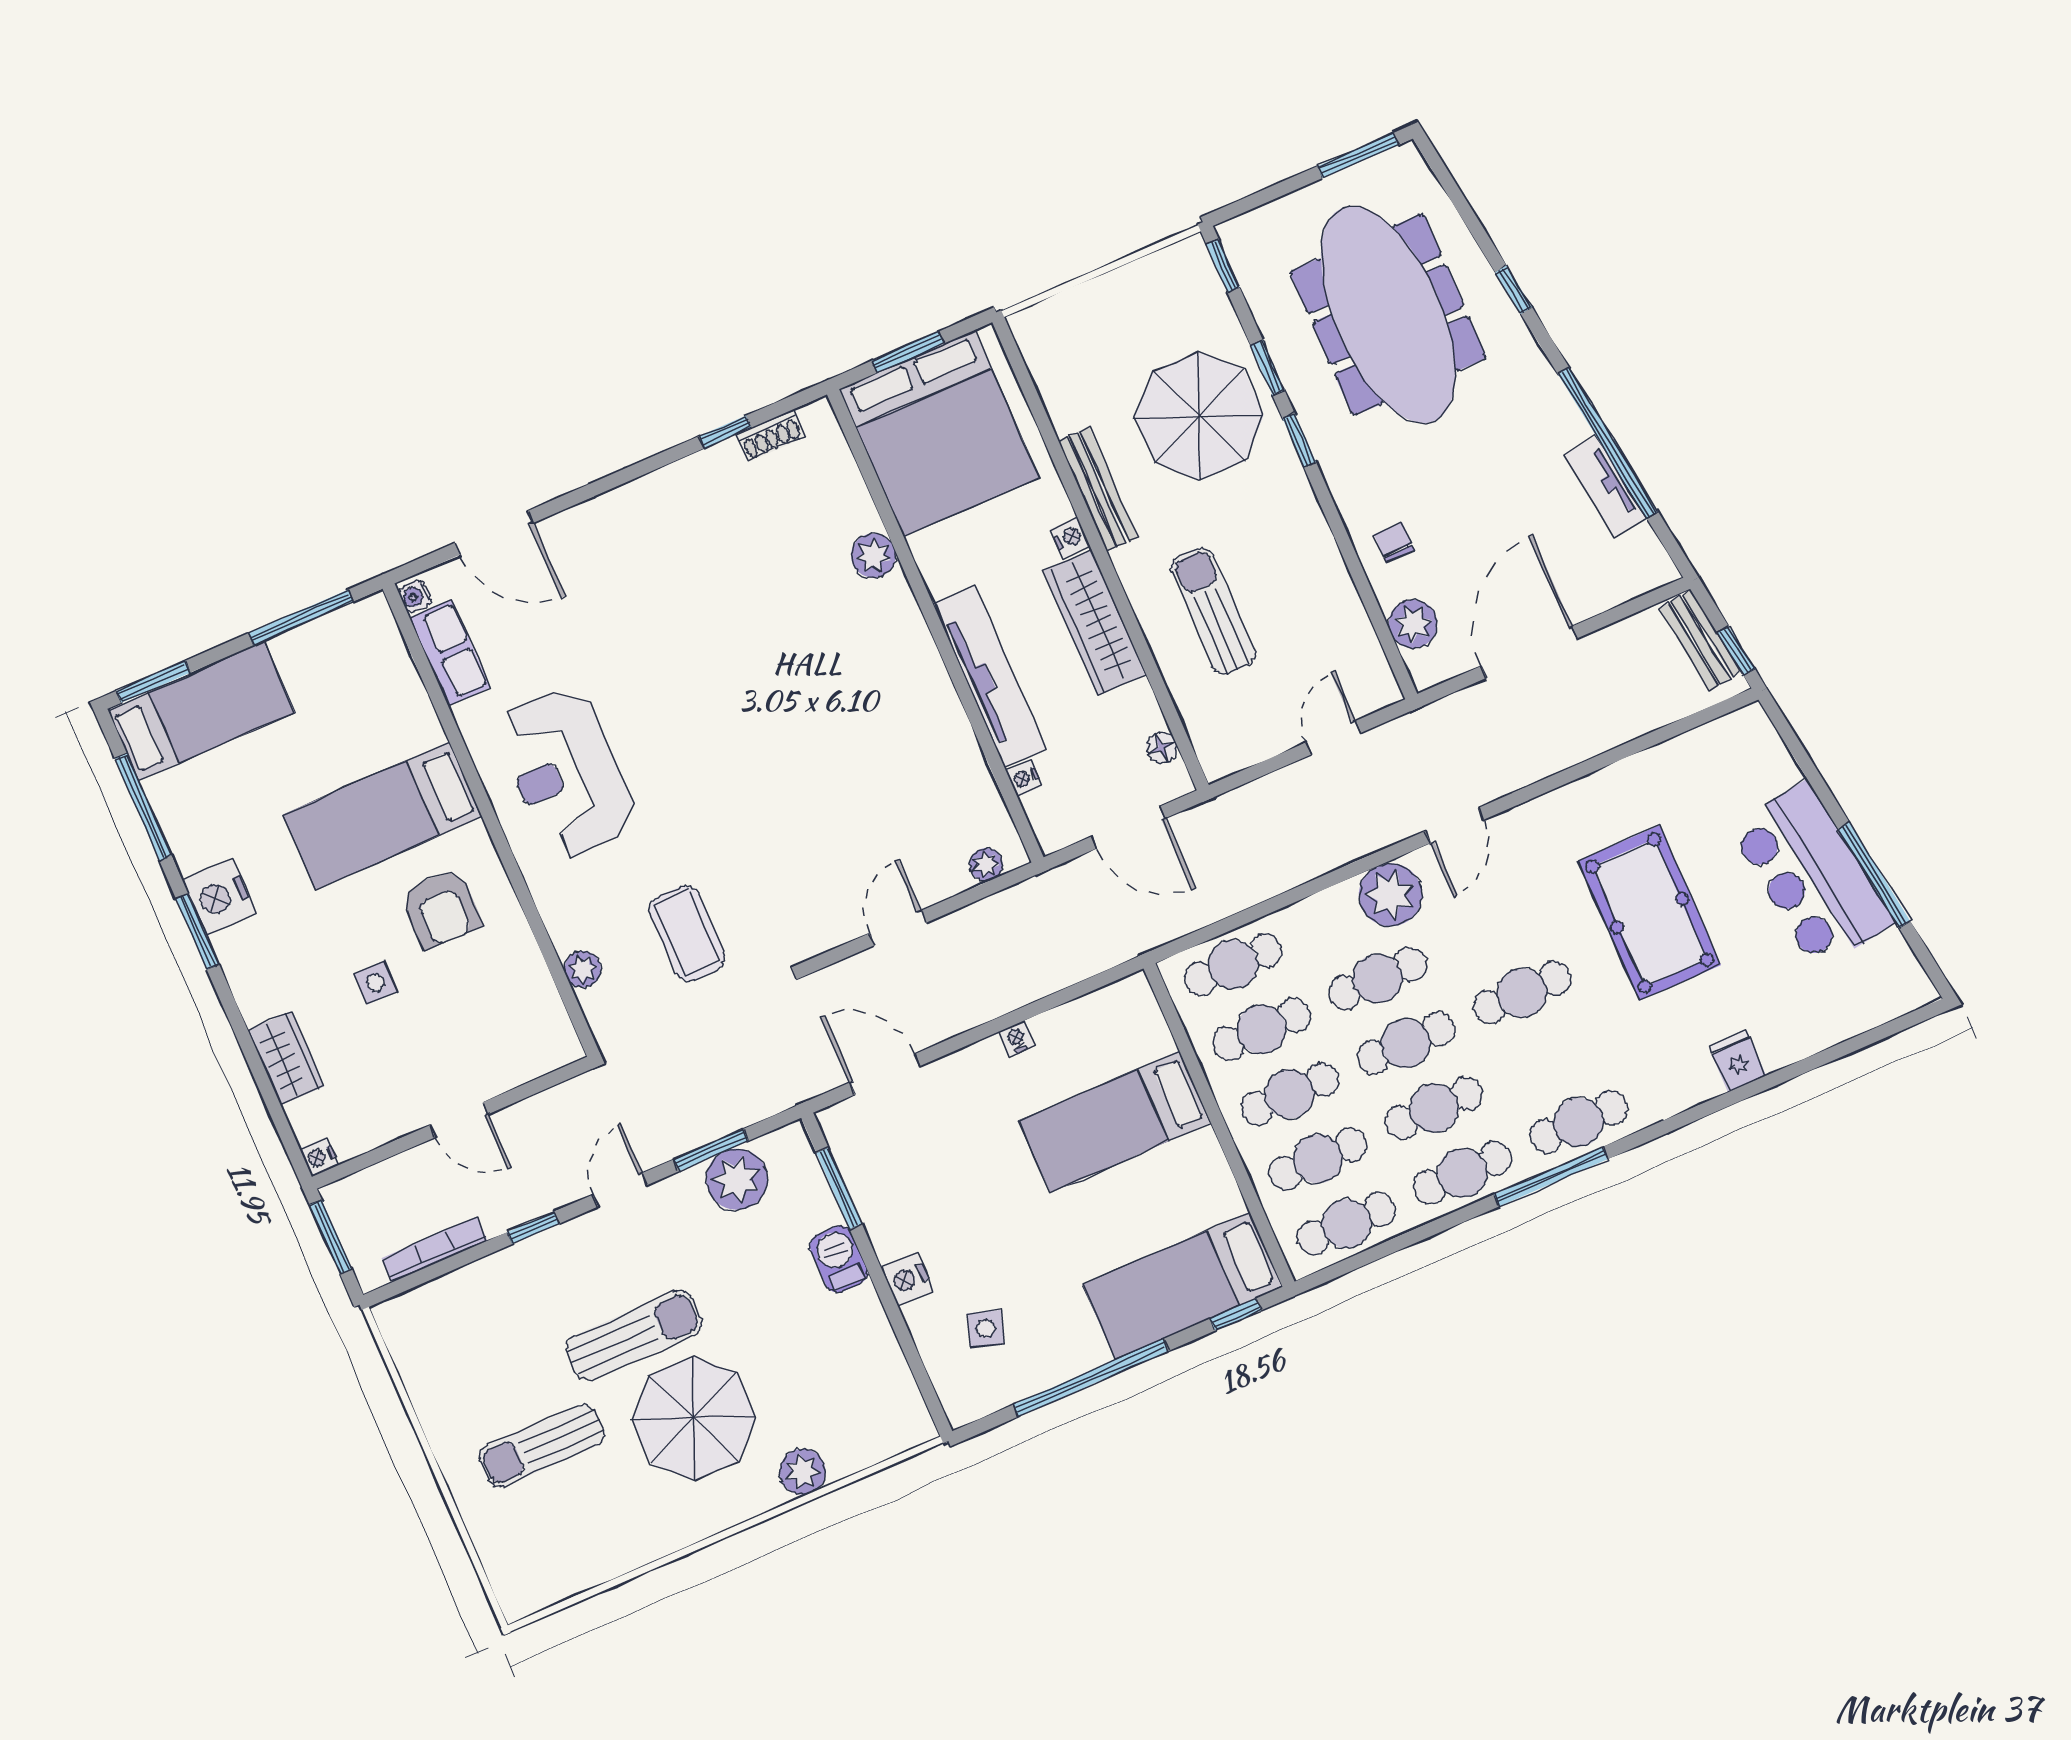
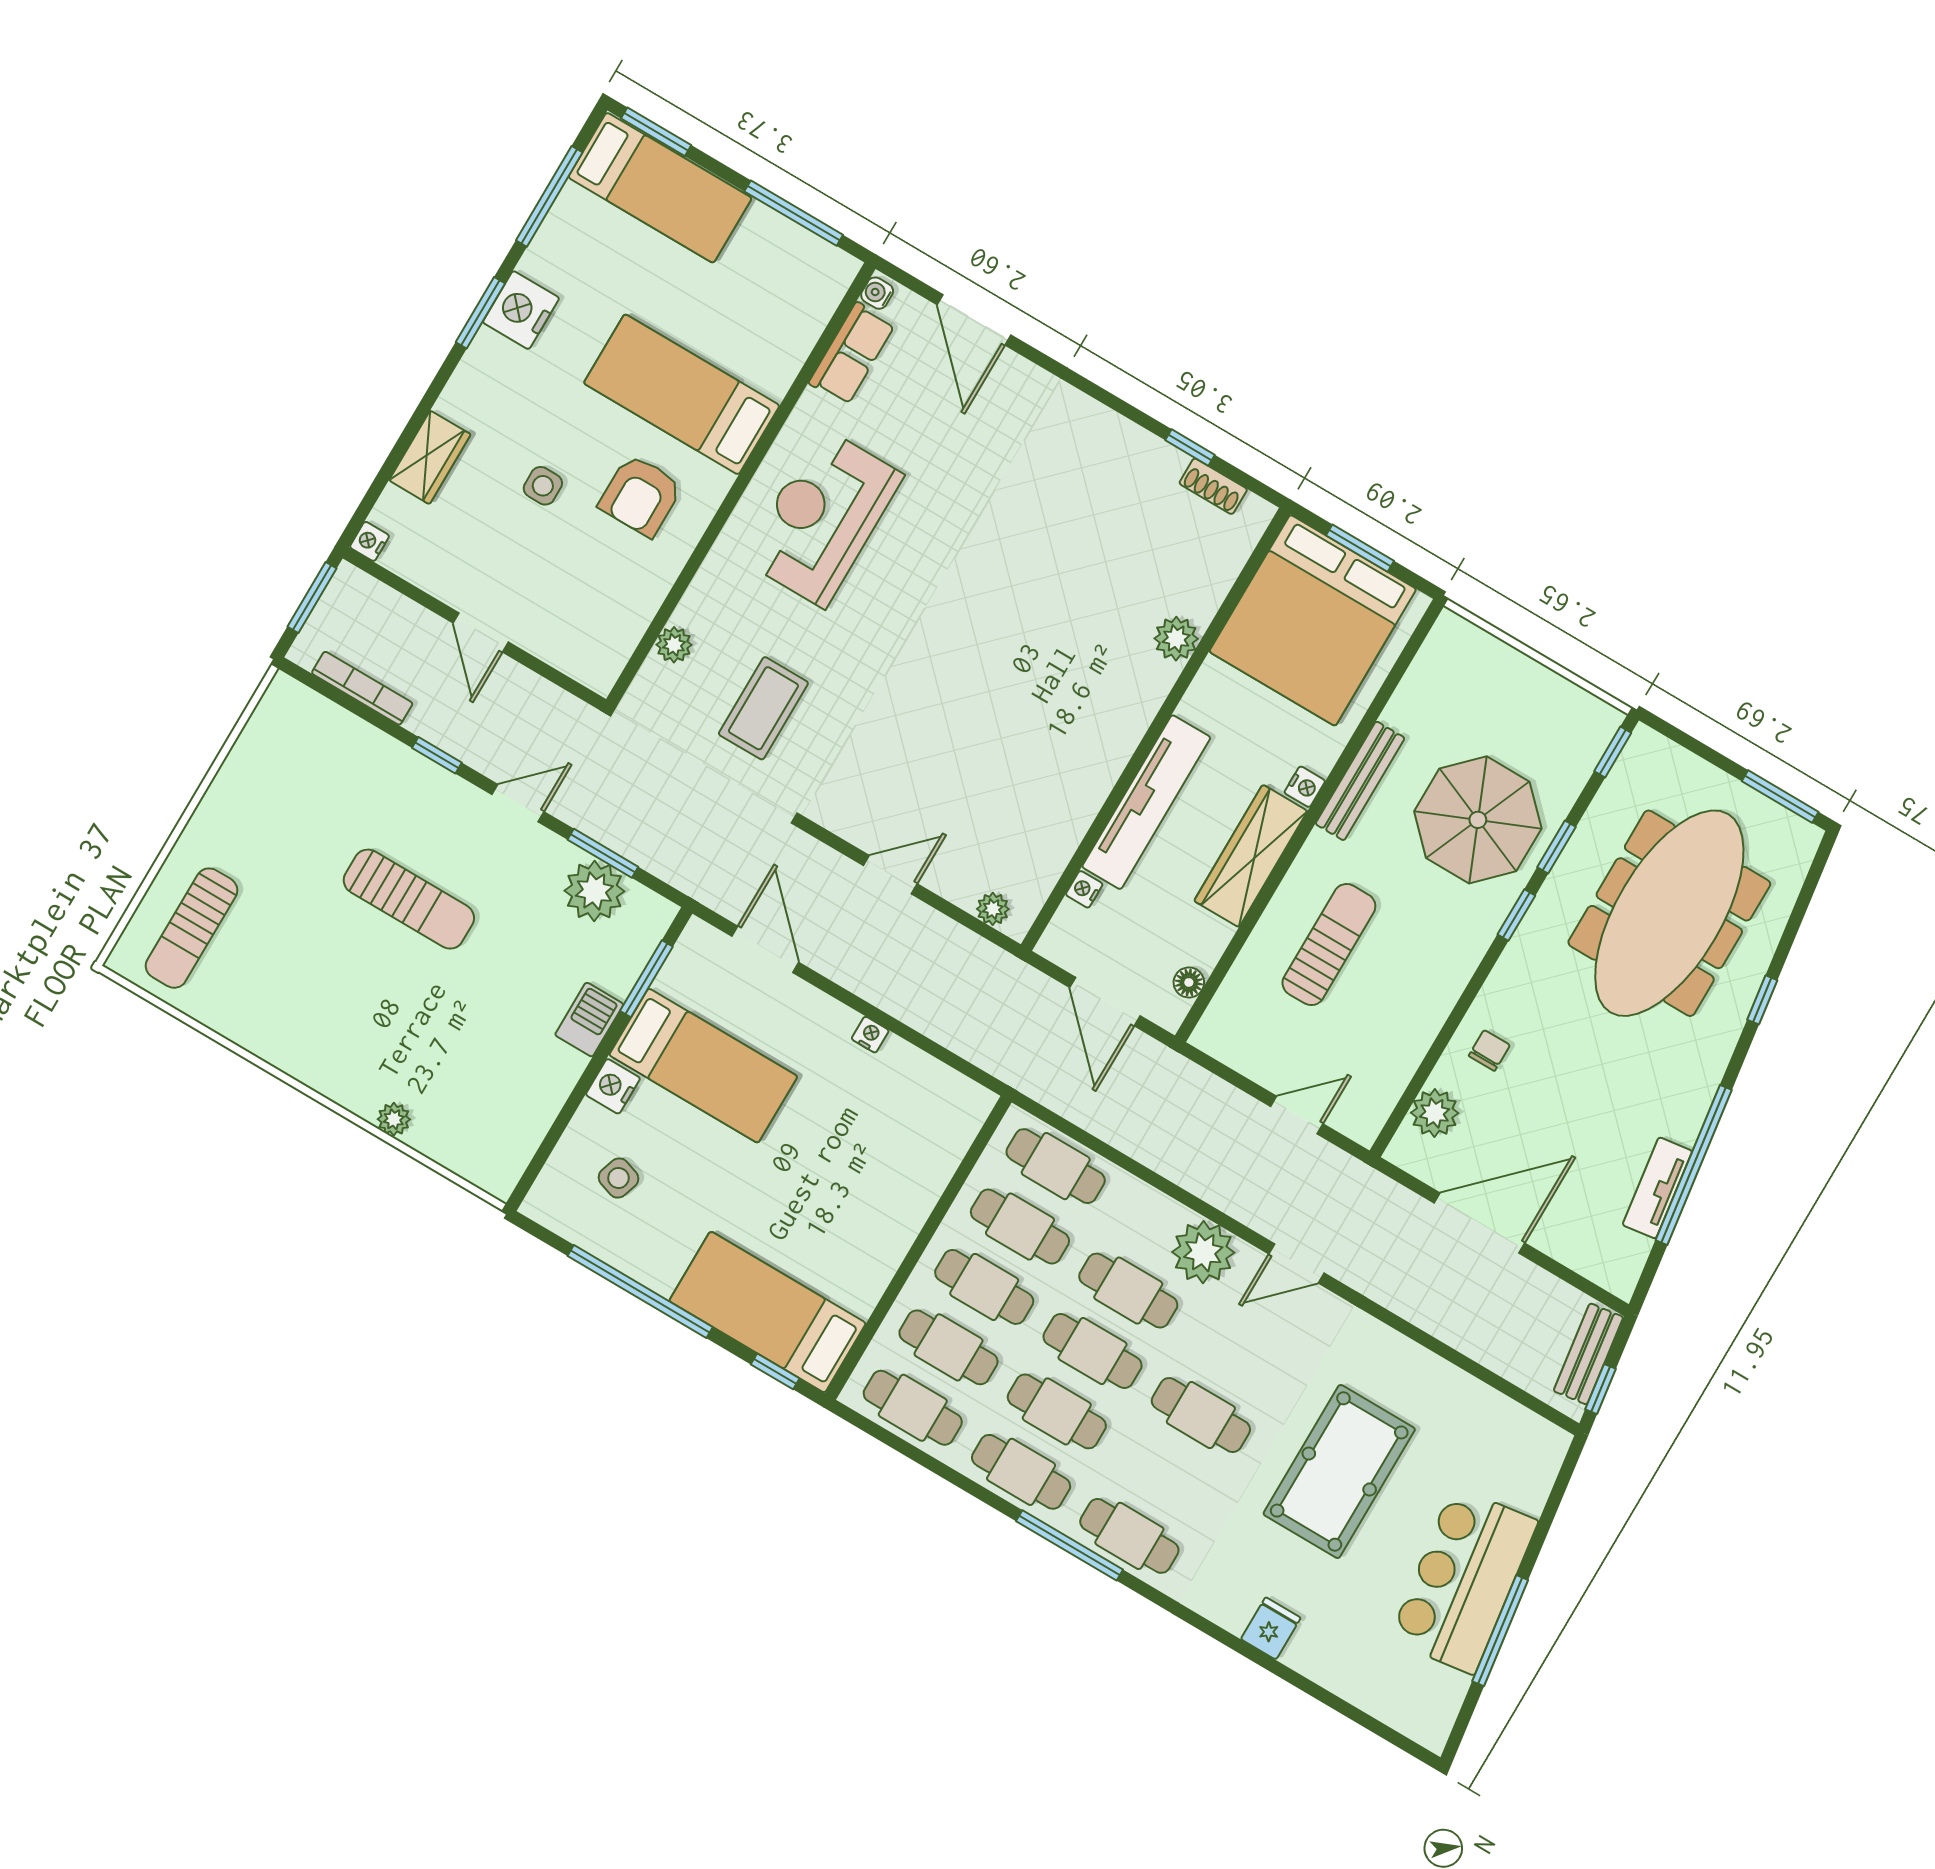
bed: (1115, 1122) -> (703, 1066), moved, turned 180
parasol: (694, 1418) -> (377, 995), removed
sun lounger: (542, 1446) -> (192, 928), moved, turned -90
plant: (803, 1472) -> (394, 1119), width x0.73, depth x0.73

